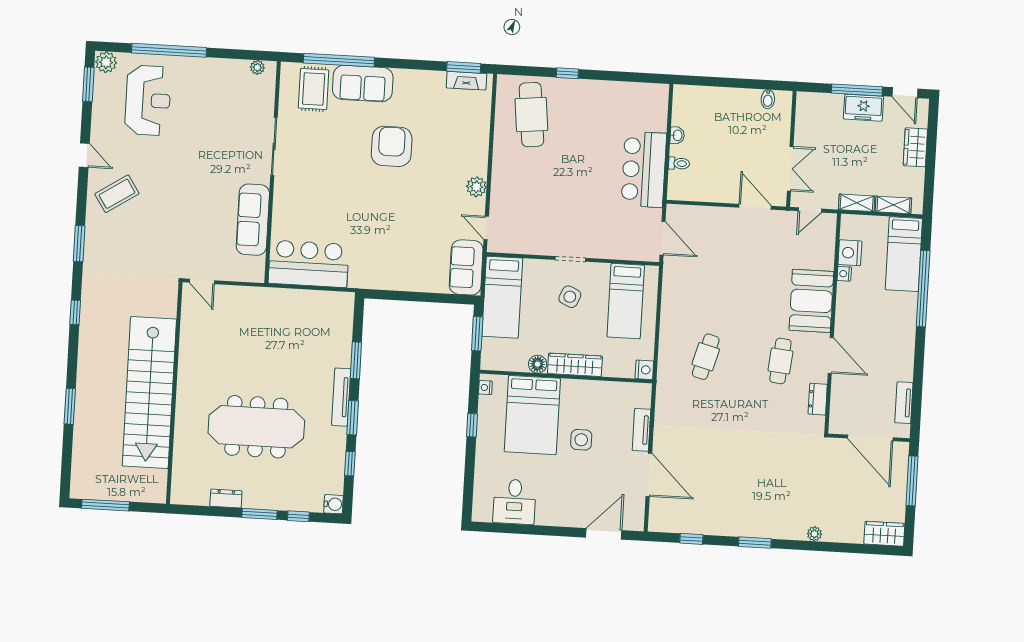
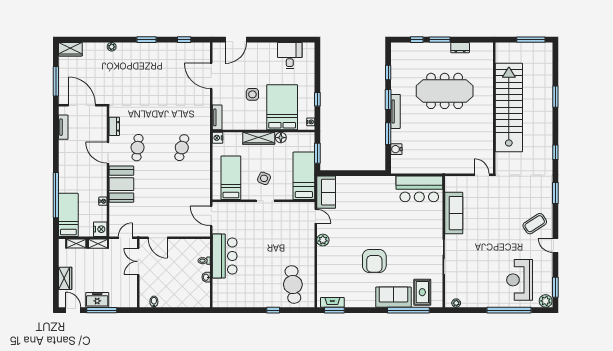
nightstand: (850, 253) -> (100, 229), moved
tv unit: (641, 430) -> (217, 117), moved
water cooler: (334, 504) -> (396, 149), moved

